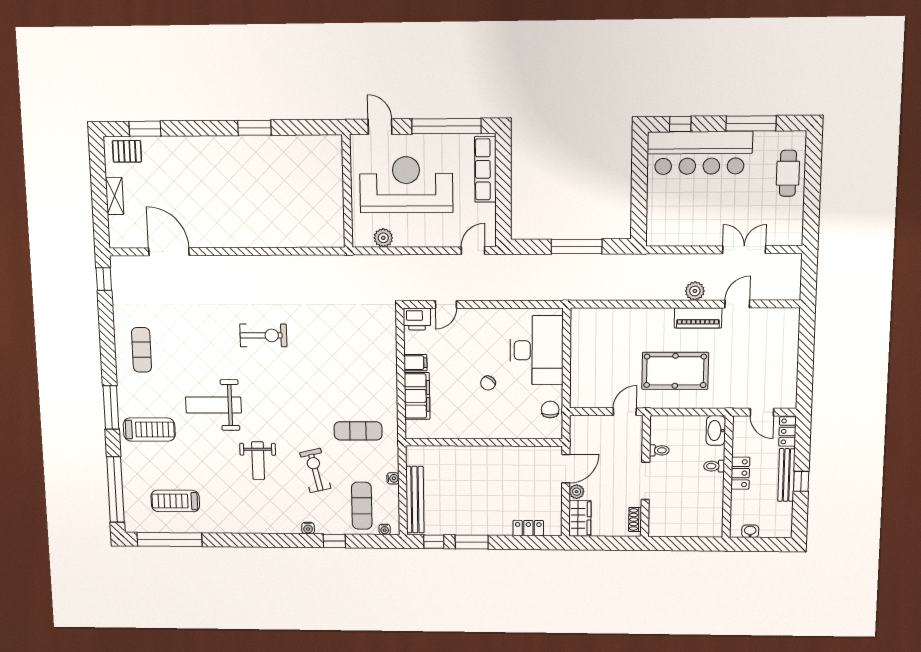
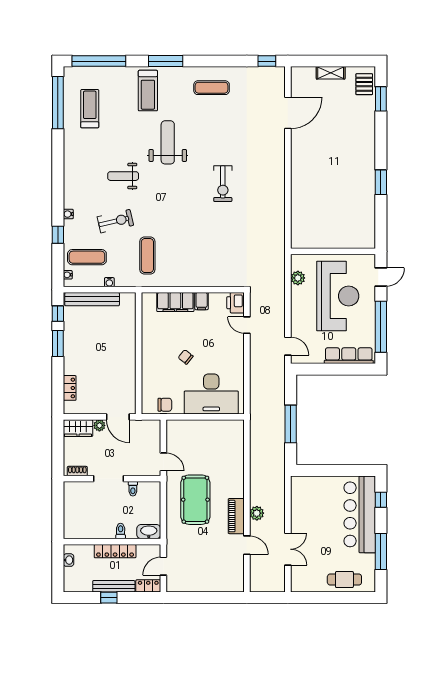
locker: (740, 473) -> (115, 551), width x1.53

